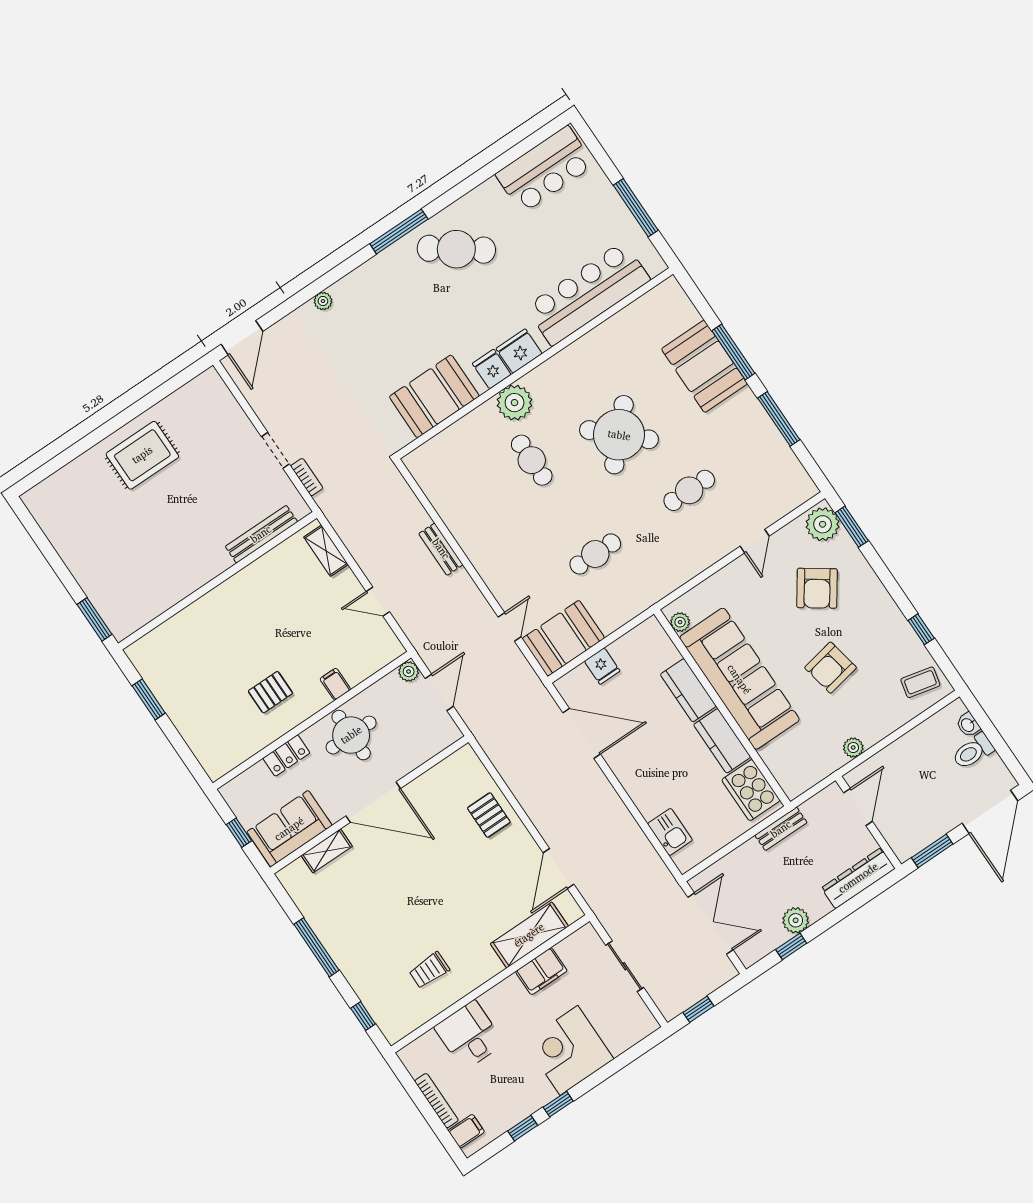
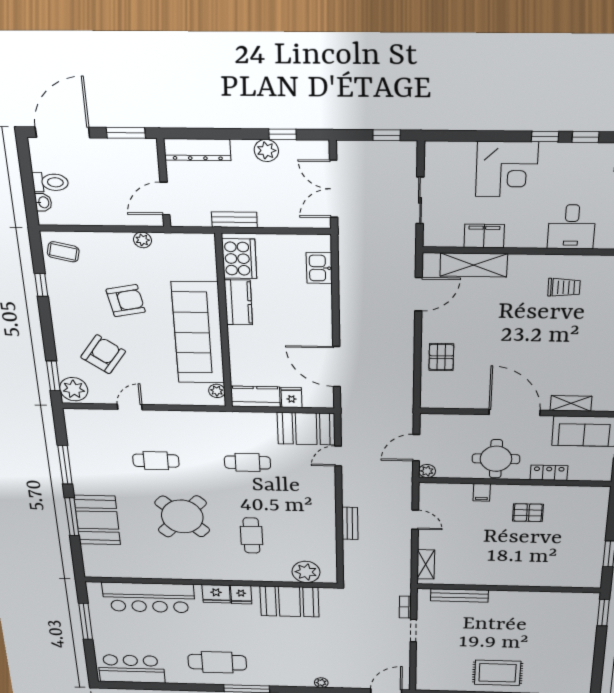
cafe table: (456, 249) -> (217, 662), turned -36
plant: (515, 403) -> (306, 572), moved
kitchen counter: (688, 690) -> (255, 397), moved, turned -90

